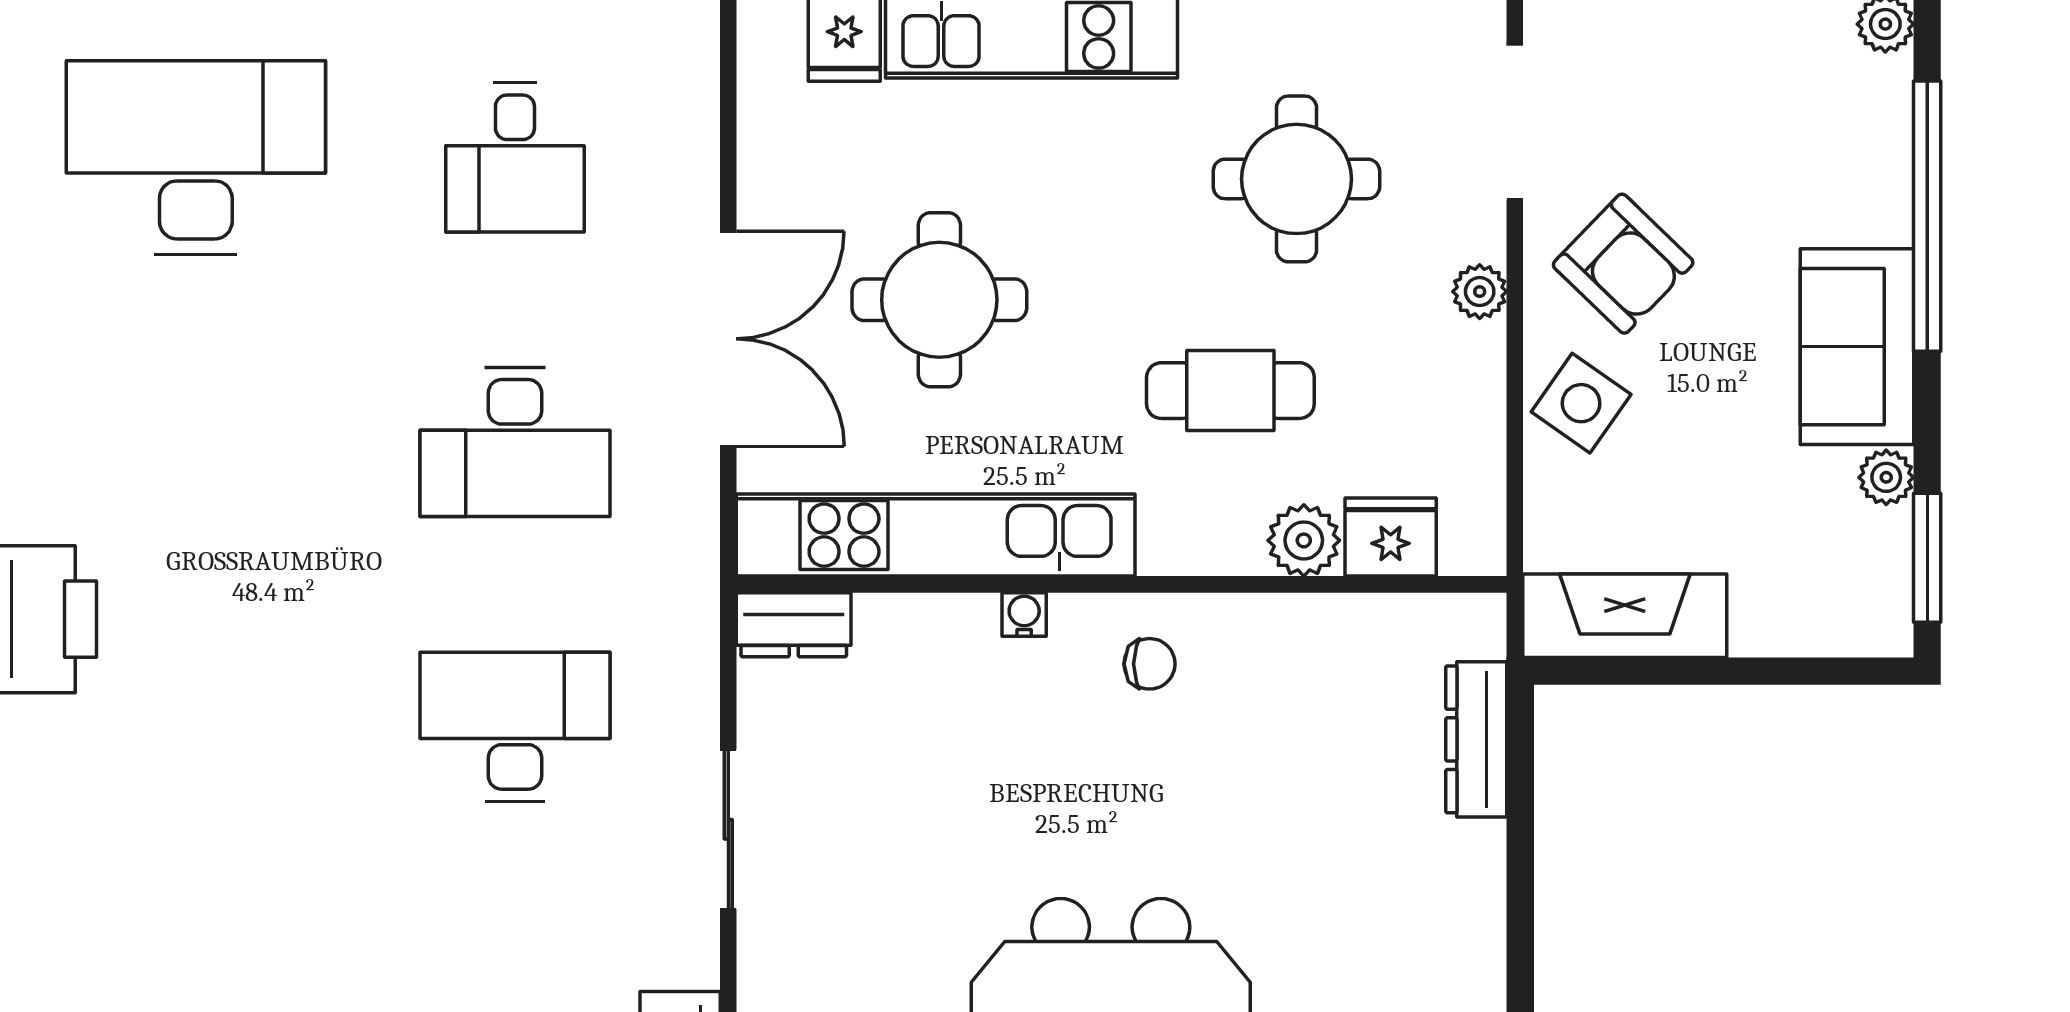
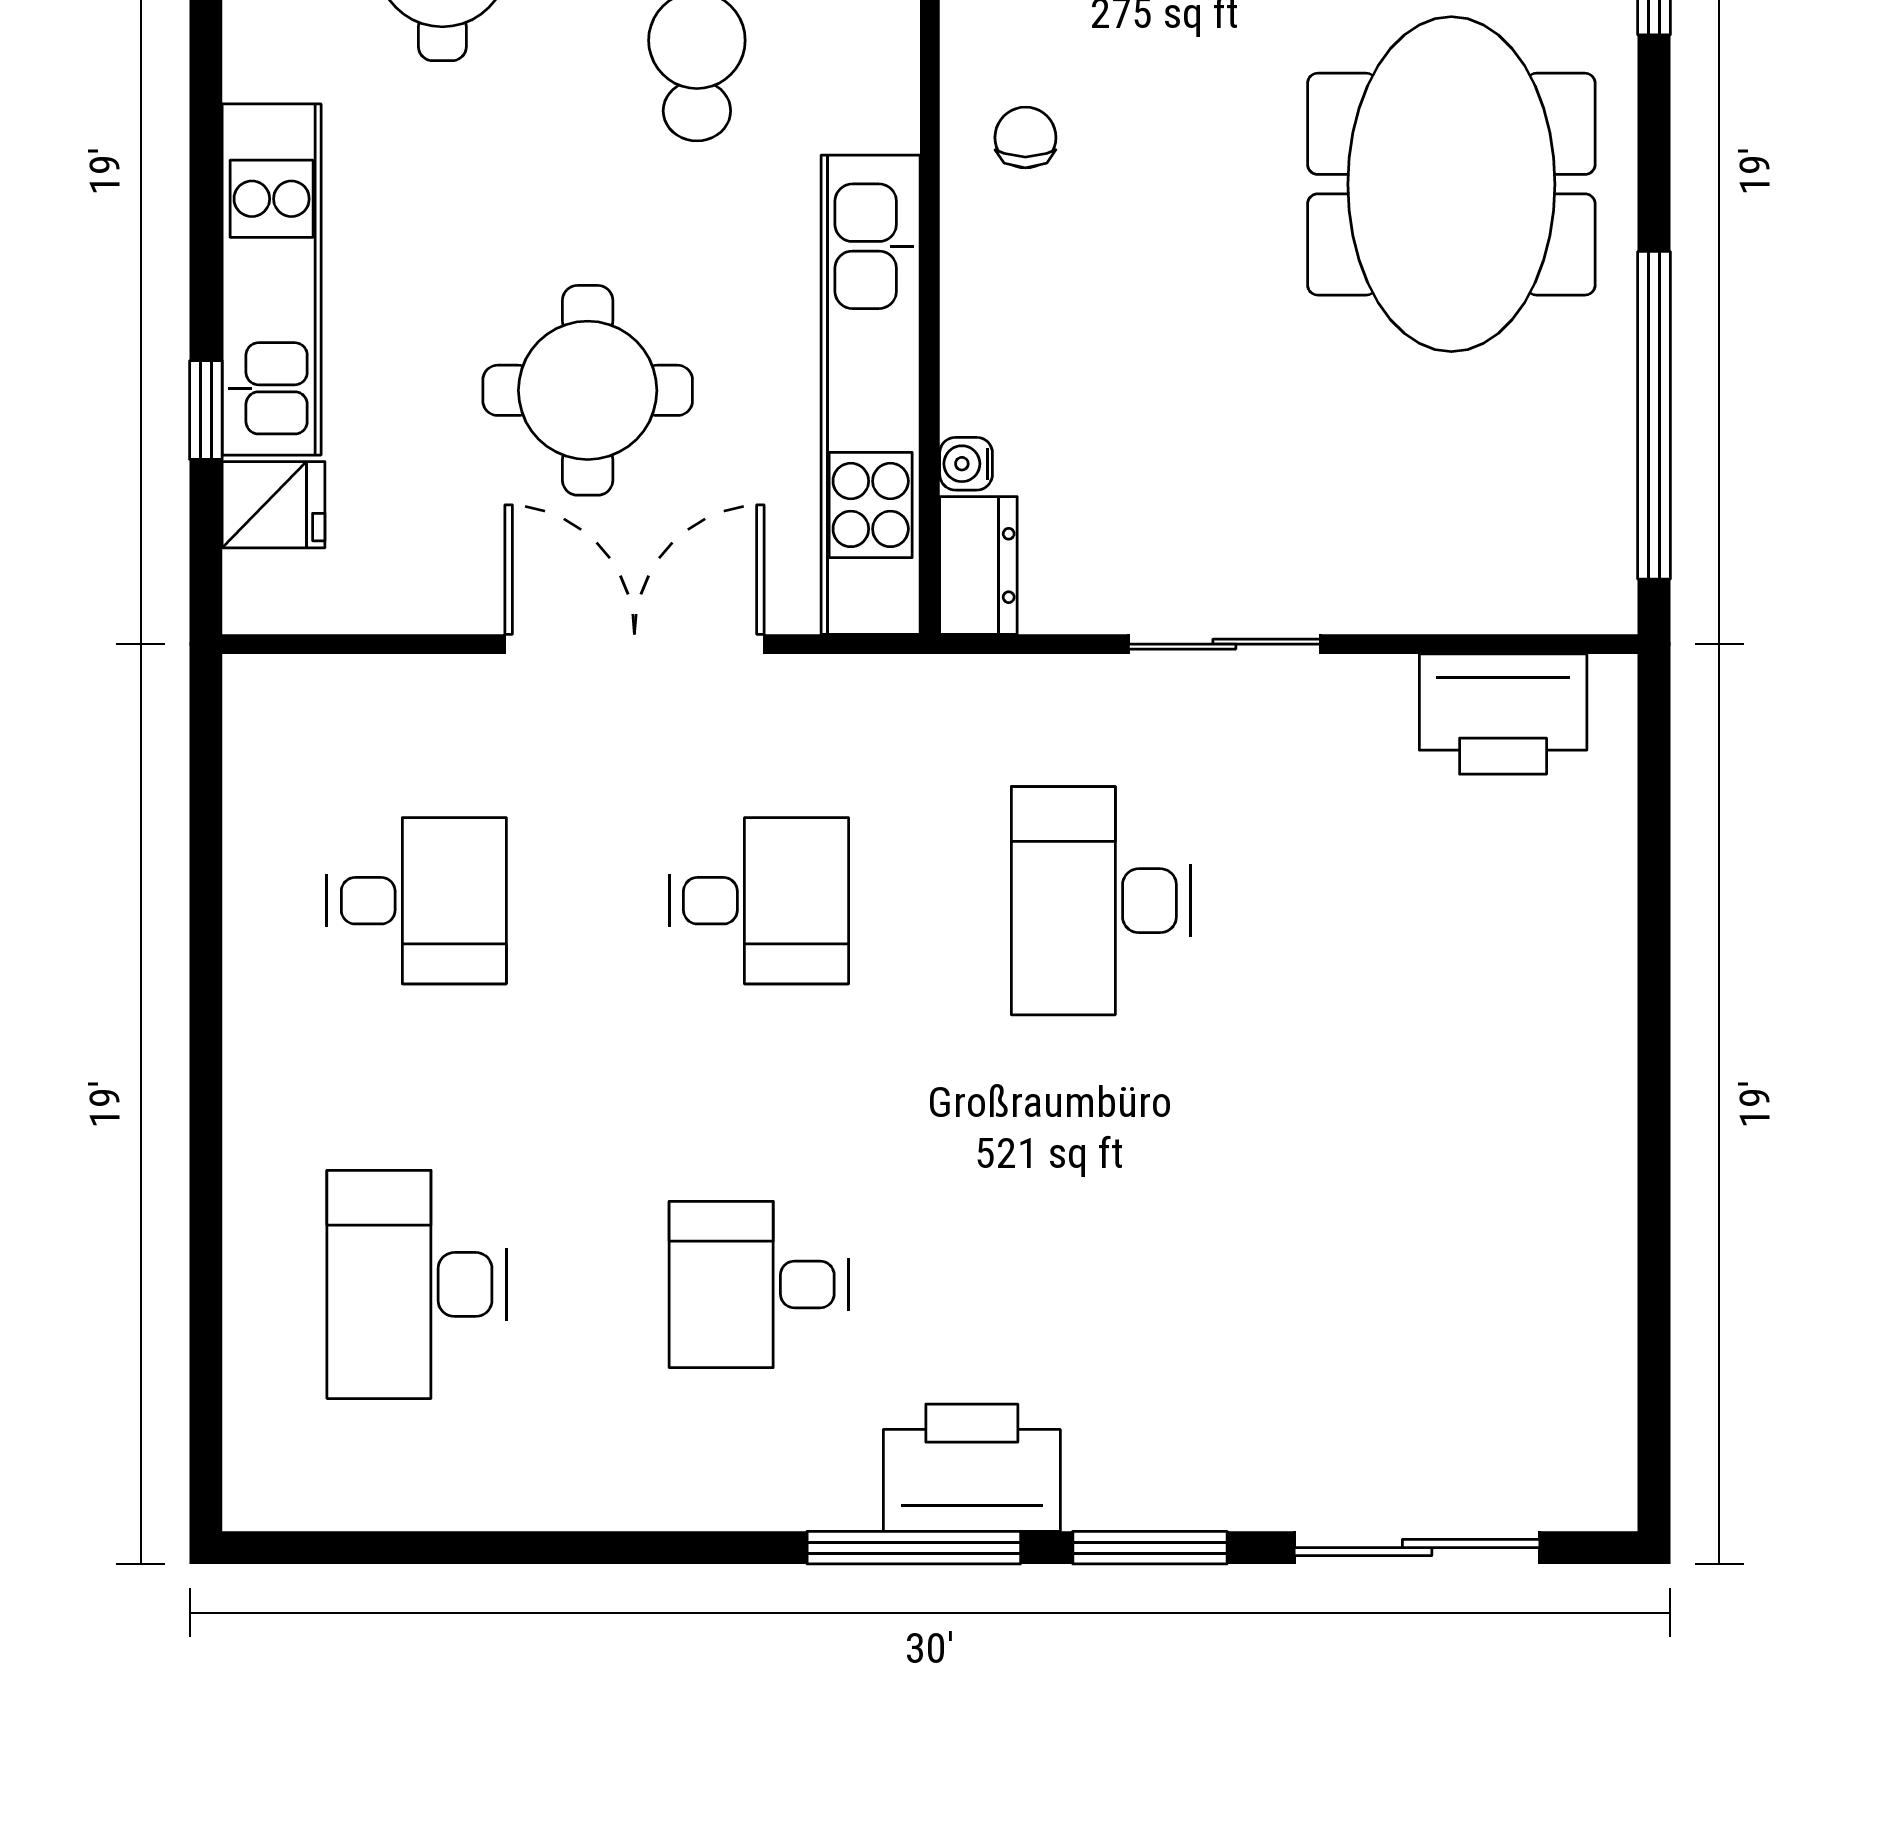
desk: (196, 158) -> (417, 1284), width x0.73, depth x0.77
desk: (196, 442) -> (759, 1284), added
desk: (515, 442) -> (759, 901), width x0.73
water cooler: (1024, 614) -> (966, 464), moved

